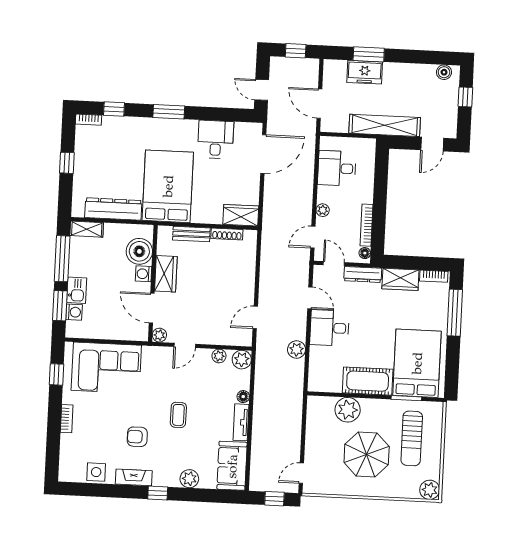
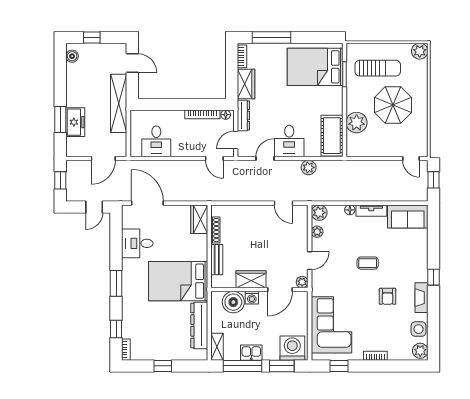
plant: (323, 210) -> (192, 151), removed
kitchen sink: (77, 290) -> (251, 353), moved
washing machine: (74, 312) -> (292, 348), width x1.89, depth x1.89
door: (185, 345) -> (310, 261), hinge flipped
cot: (368, 381) -> (332, 136), moved
plant: (189, 479) -> (420, 351), moved

